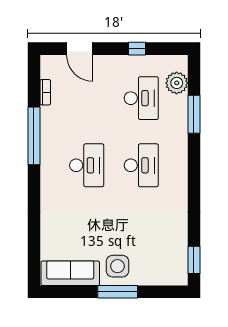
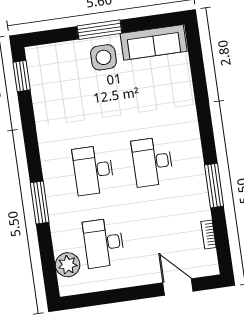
window: (137, 49) -> (116, 296), removed
window: (194, 114) -> (40, 202), moved
window: (34, 136) -> (214, 186), width x0.68

